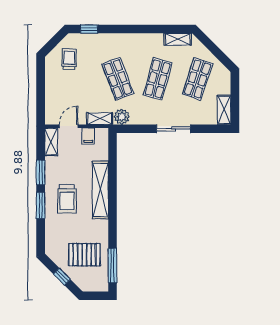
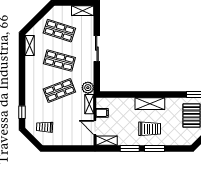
shelving: (100, 190) -> (150, 104), width x0.68

